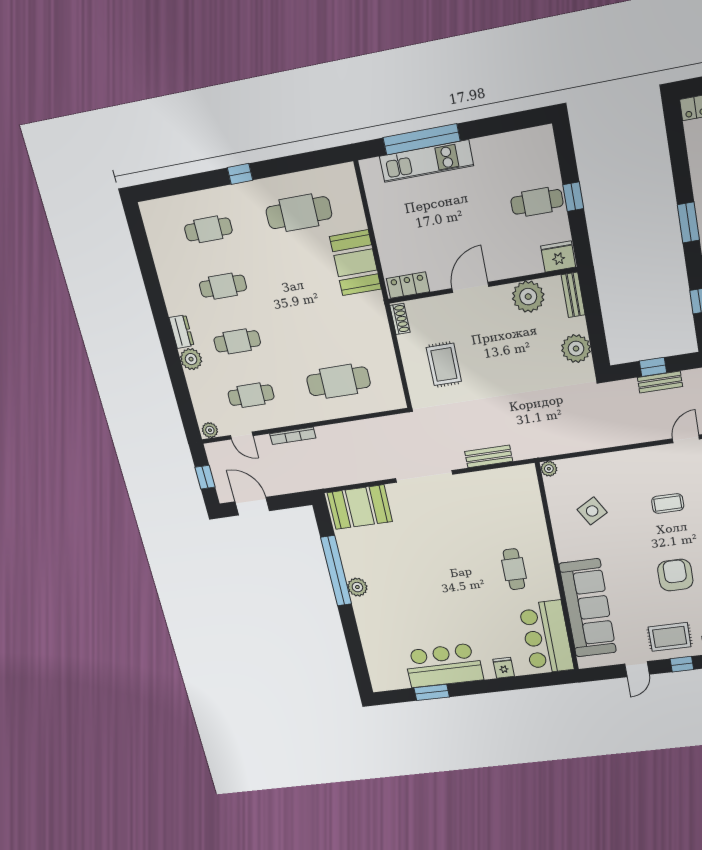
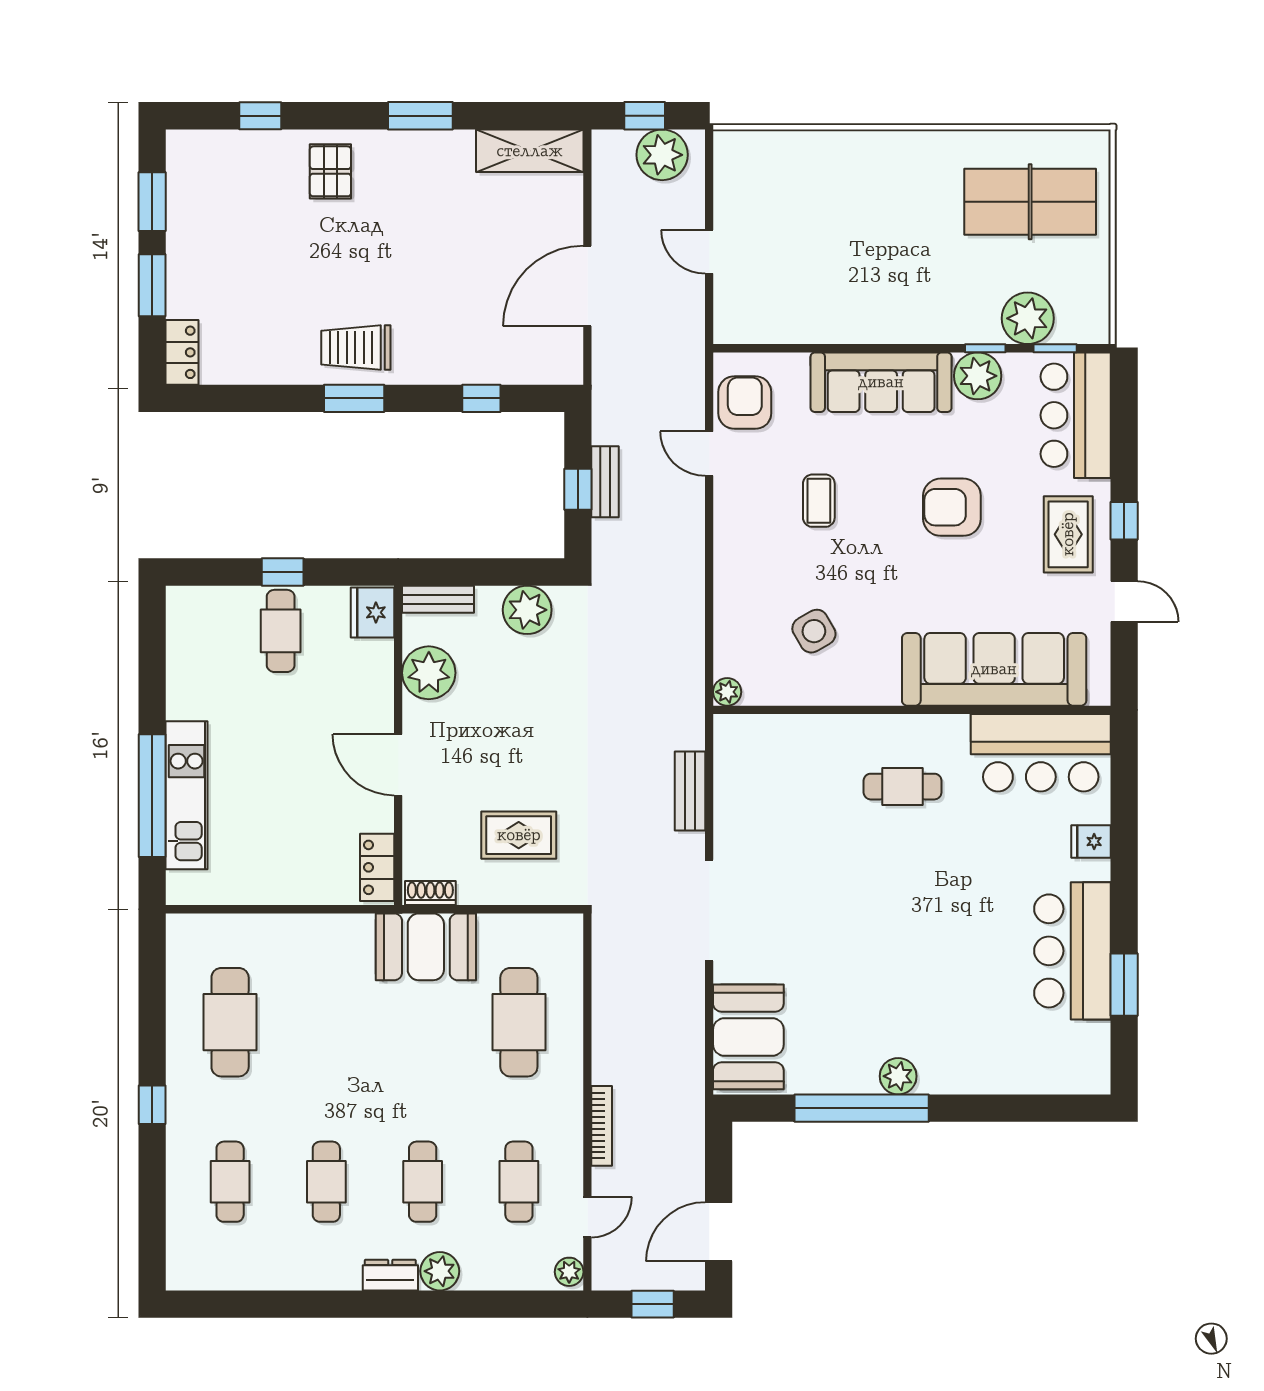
booth: (355, 263) -> (426, 947), moved

